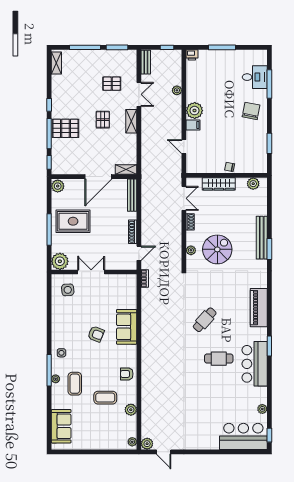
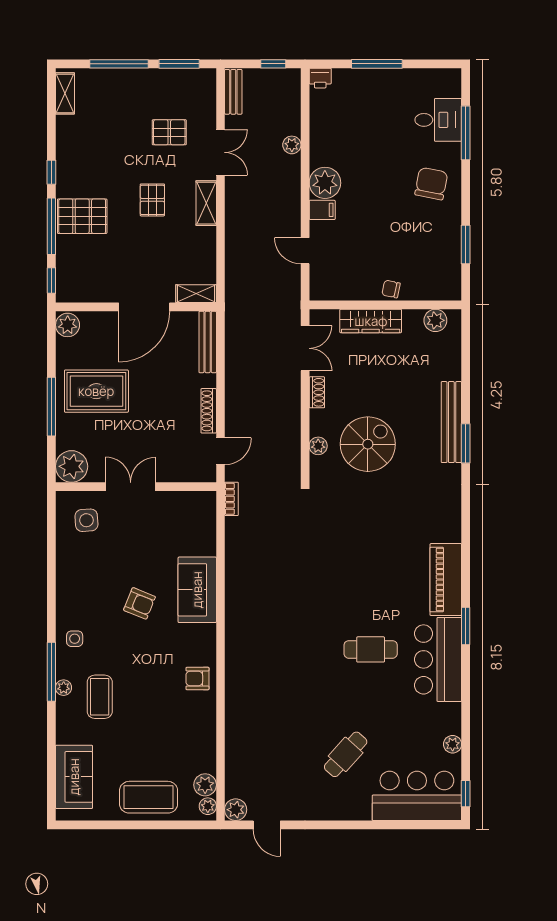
piano: (259, 308) -> (446, 580), moved
cafe table: (205, 320) -> (346, 754), moved
coffee table: (105, 398) -> (149, 797), moved, width x1.36, depth x1.32
plant: (131, 410) -> (205, 785), moved

